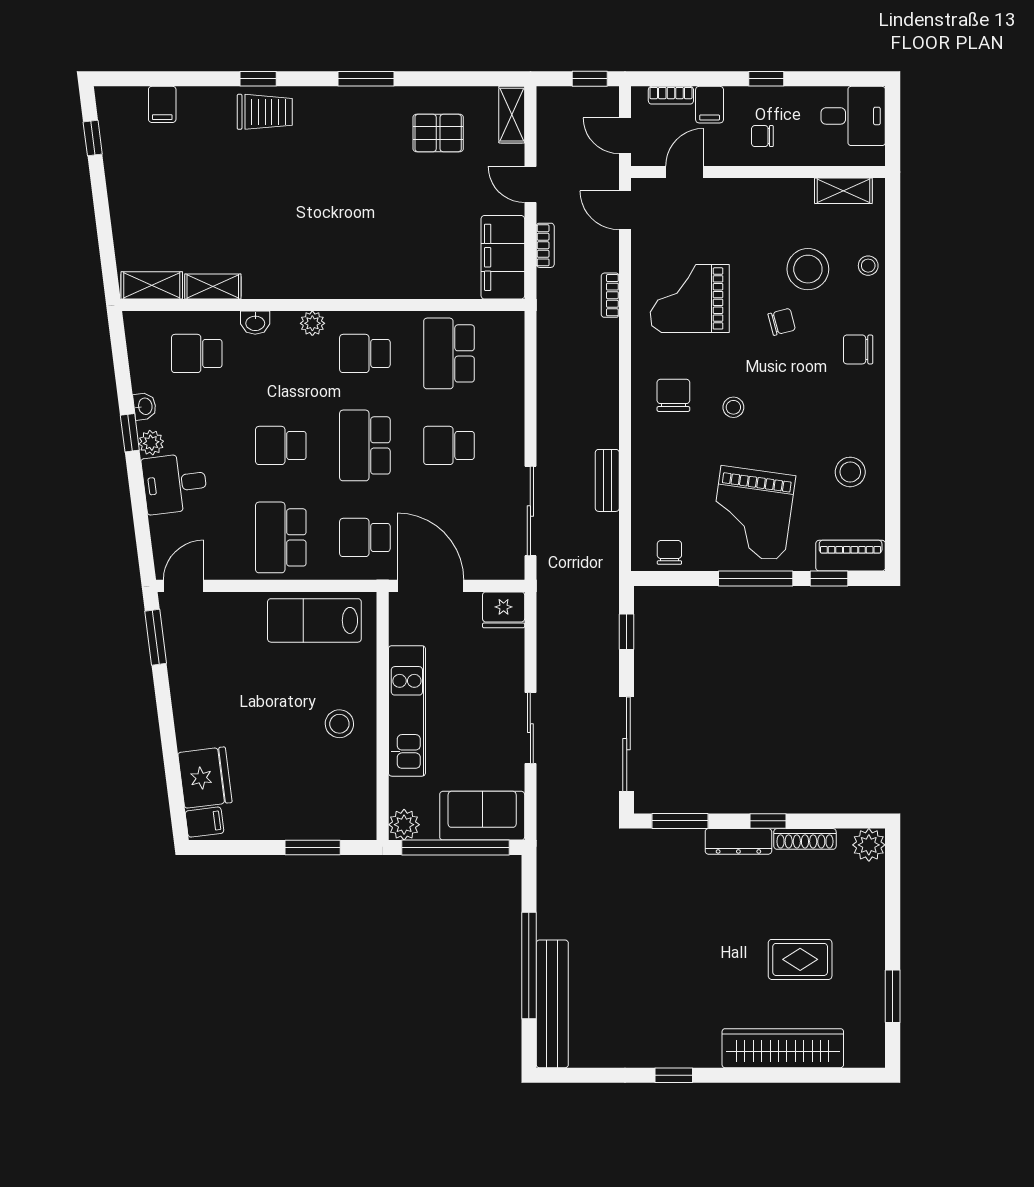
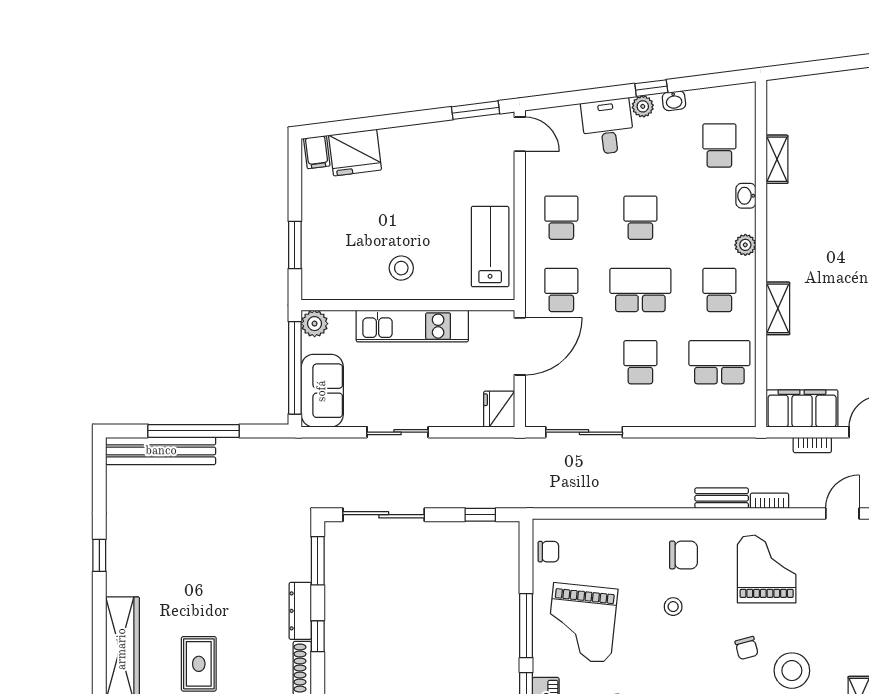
shelving: (152, 285) -> (778, 308), moved
bench: (607, 480) -> (722, 498), moved
grand piano: (752, 513) -> (582, 623), turned -92
school desk: (281, 537) -> (561, 218), width x0.54

